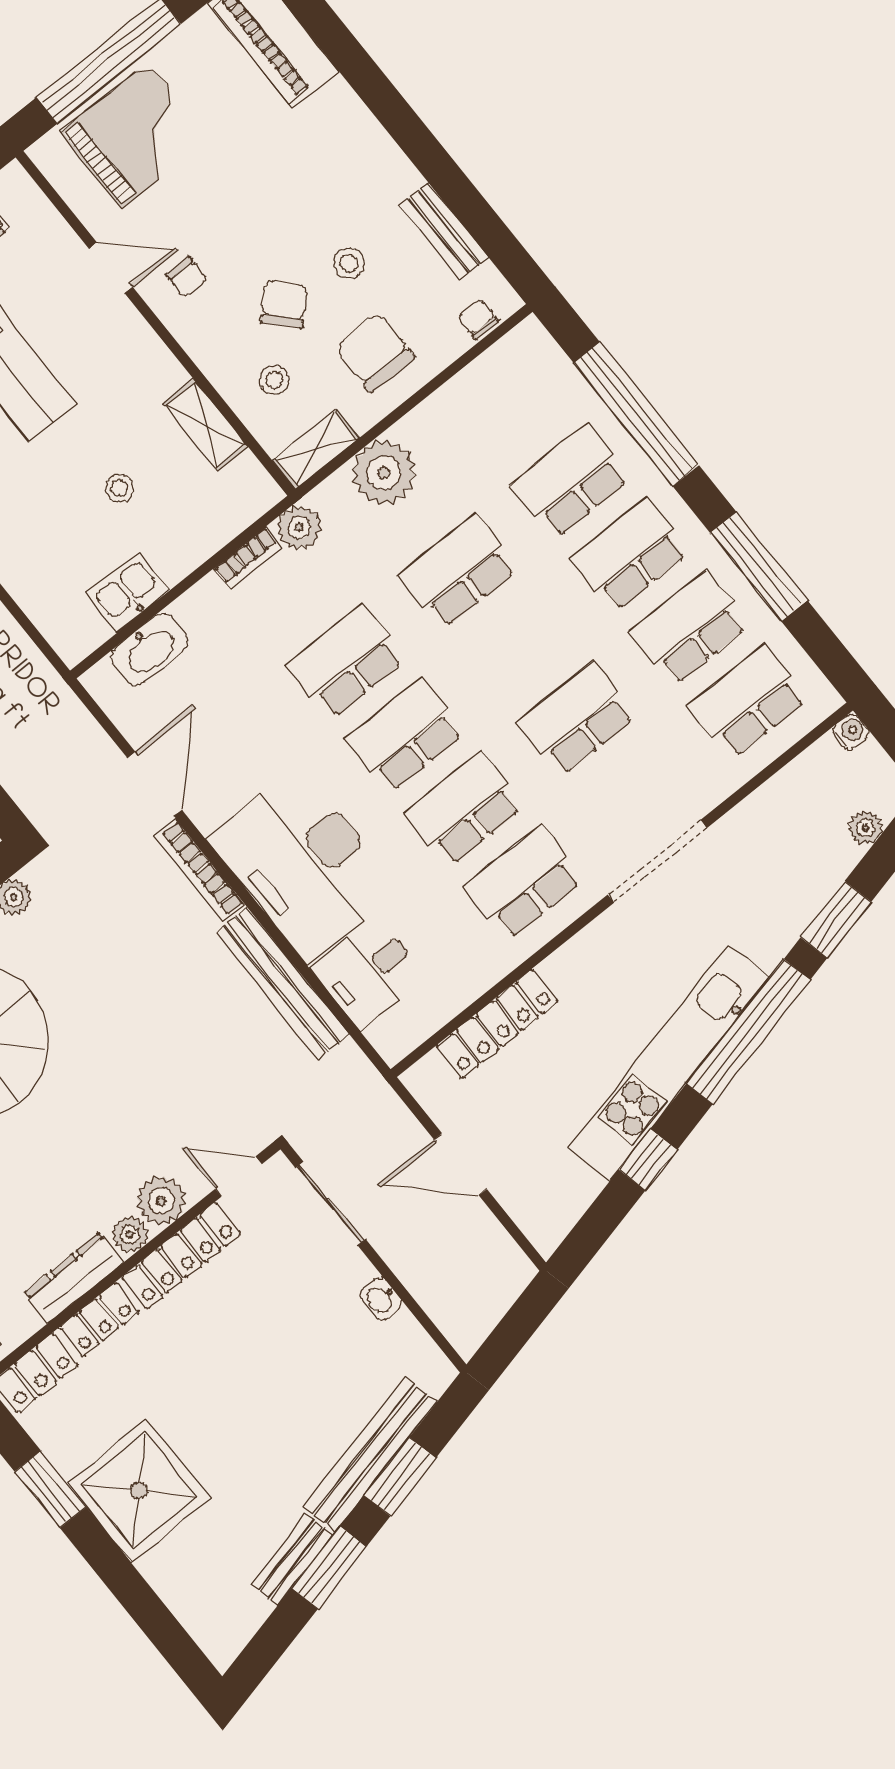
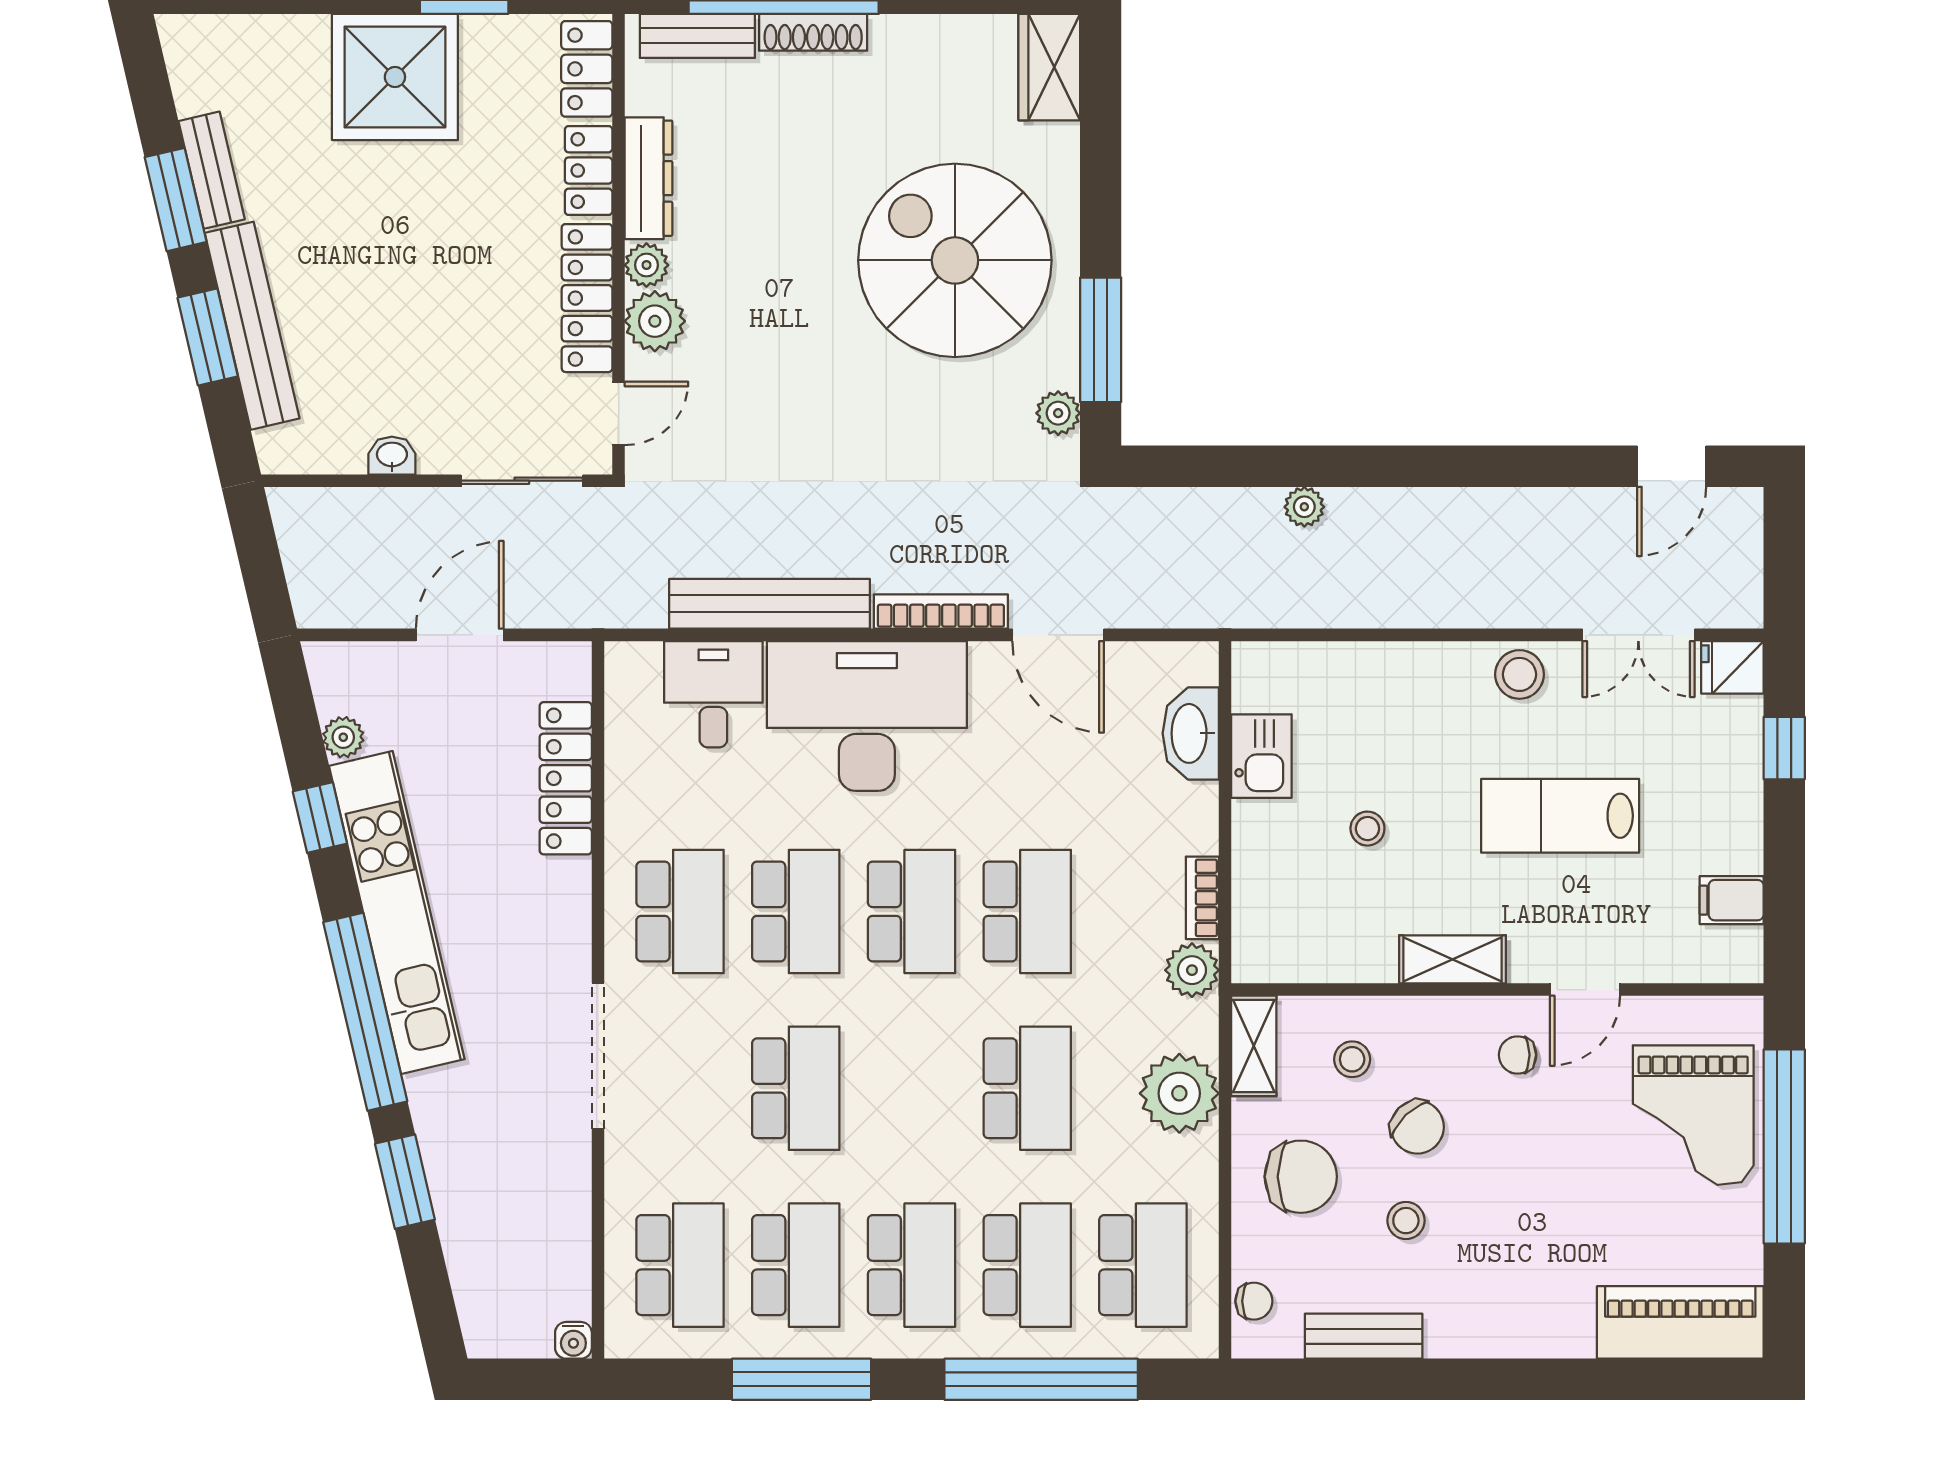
school desk: (512, 408) -> (1143, 1265), added
shelving: (206, 425) -> (1453, 959), moved
plant: (865, 828) -> (343, 737), moved

